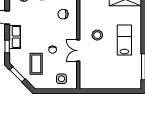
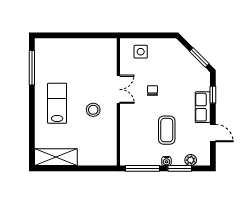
chair: (63, 14) -> (139, 138), removed
lab bench: (124, 40) -> (57, 103), turned 180
coffee table: (36, 64) -> (167, 130), moved

